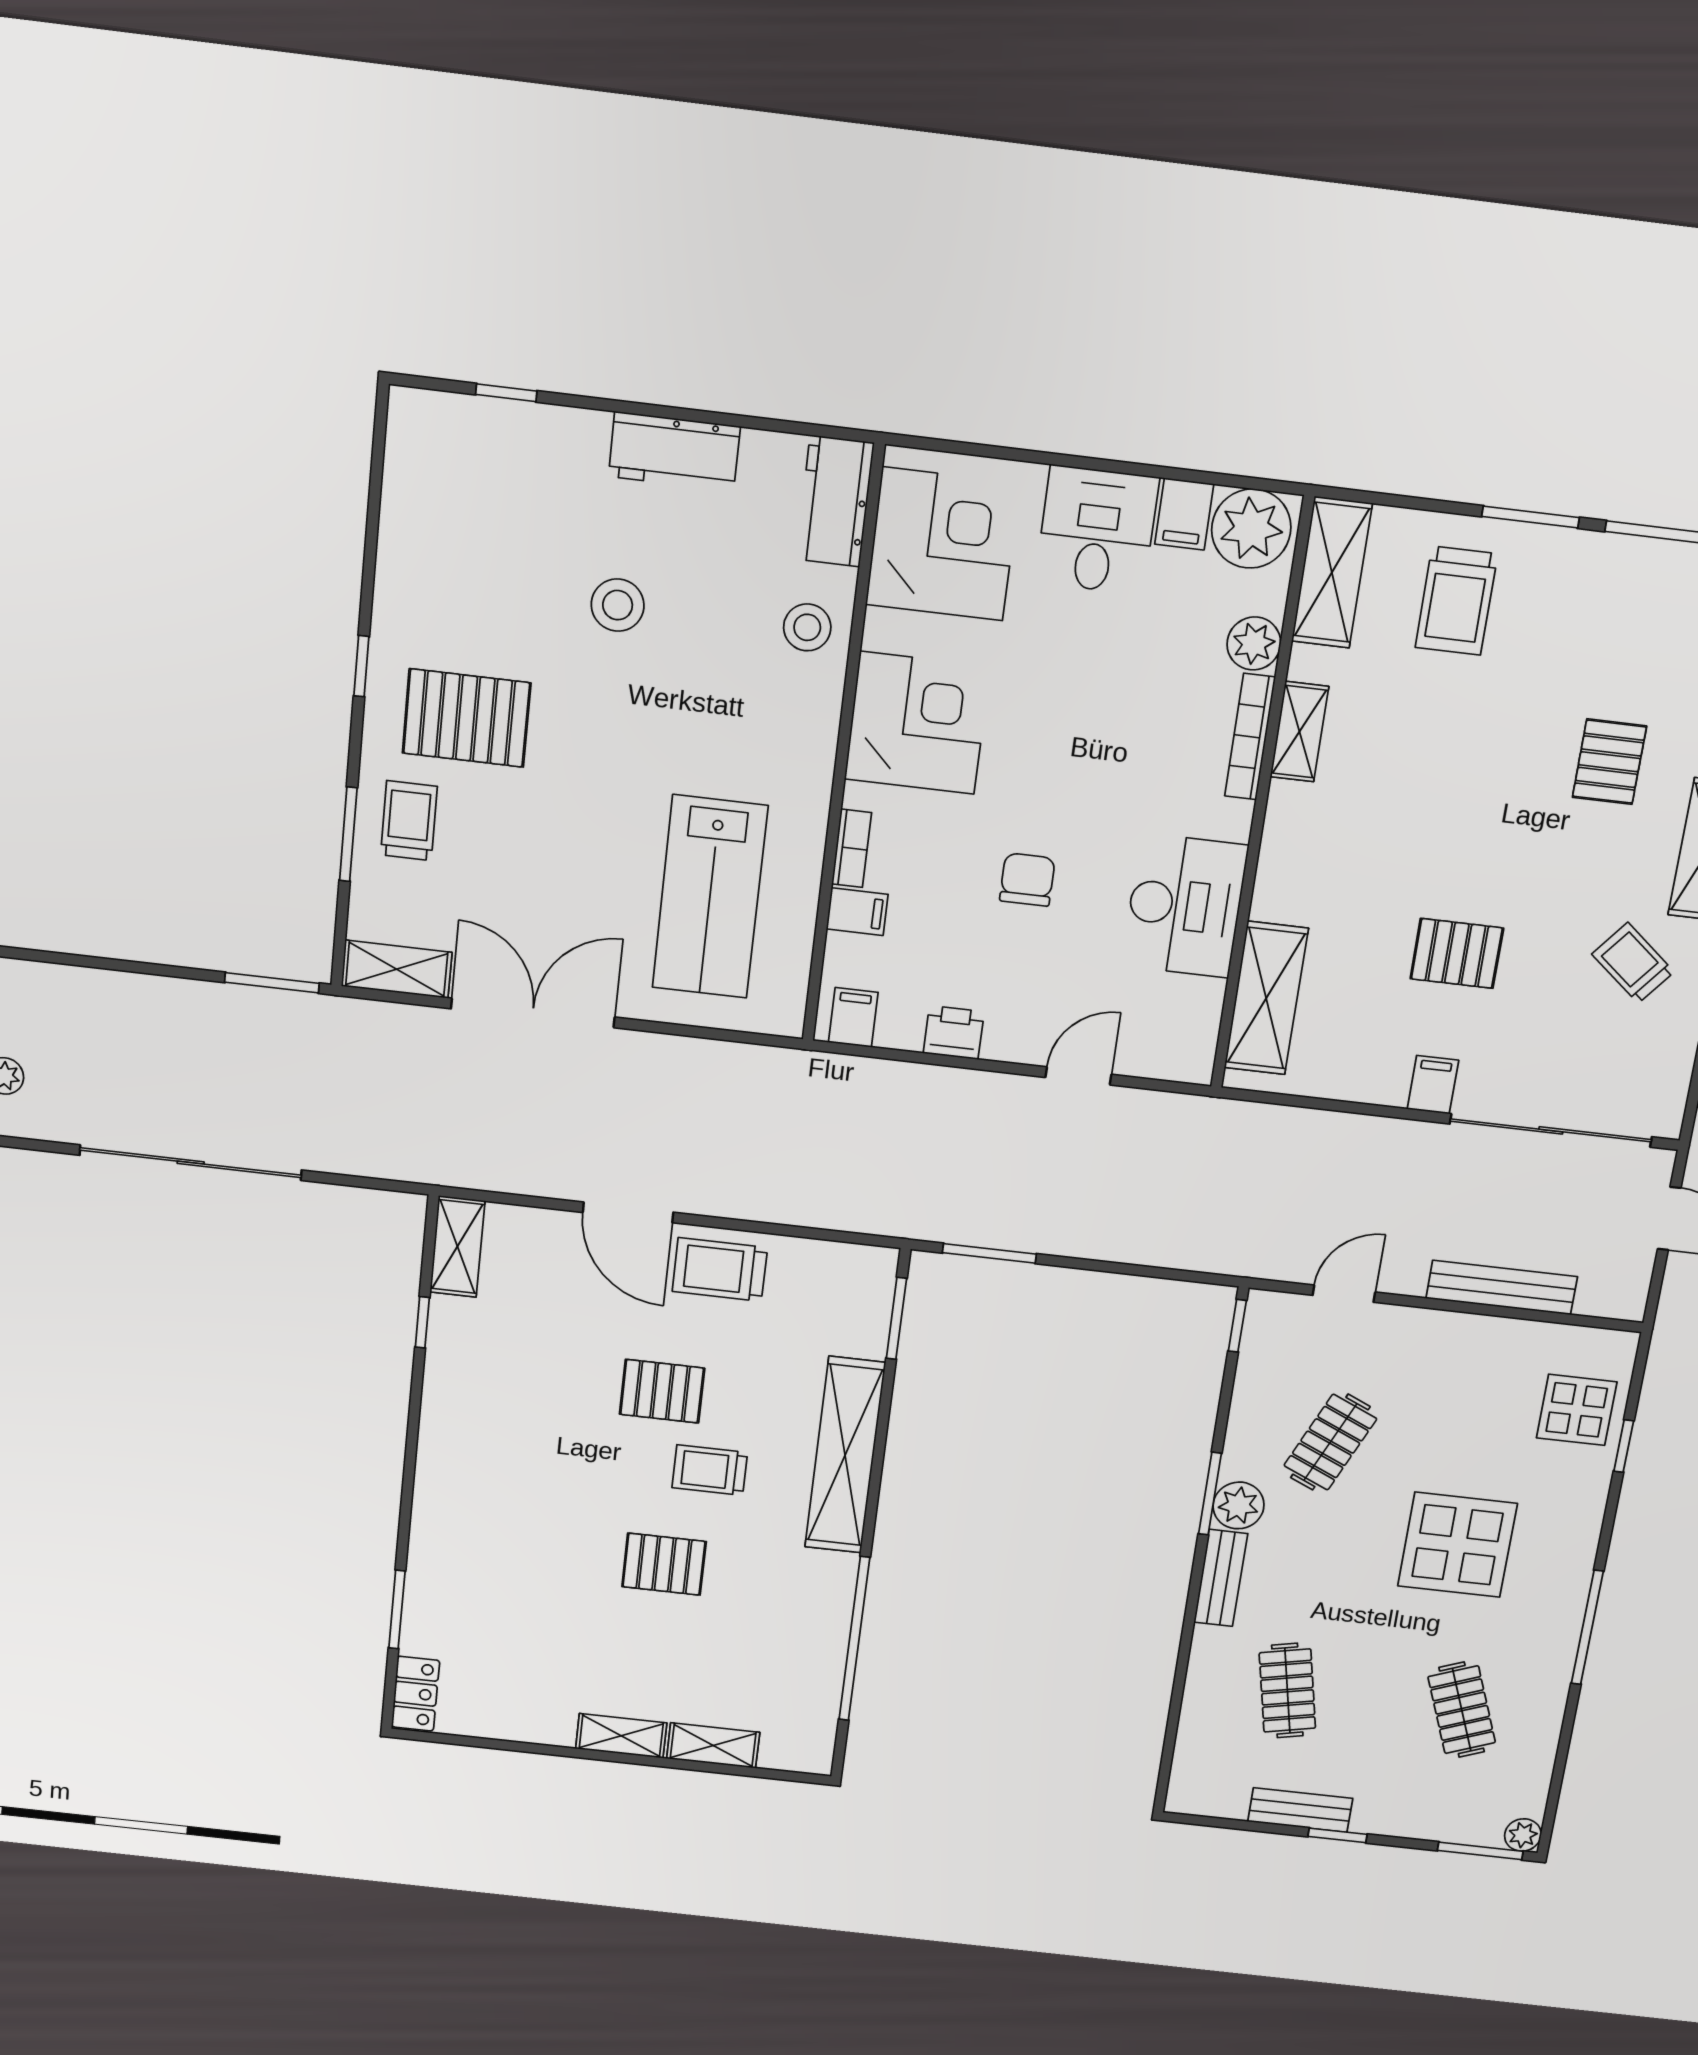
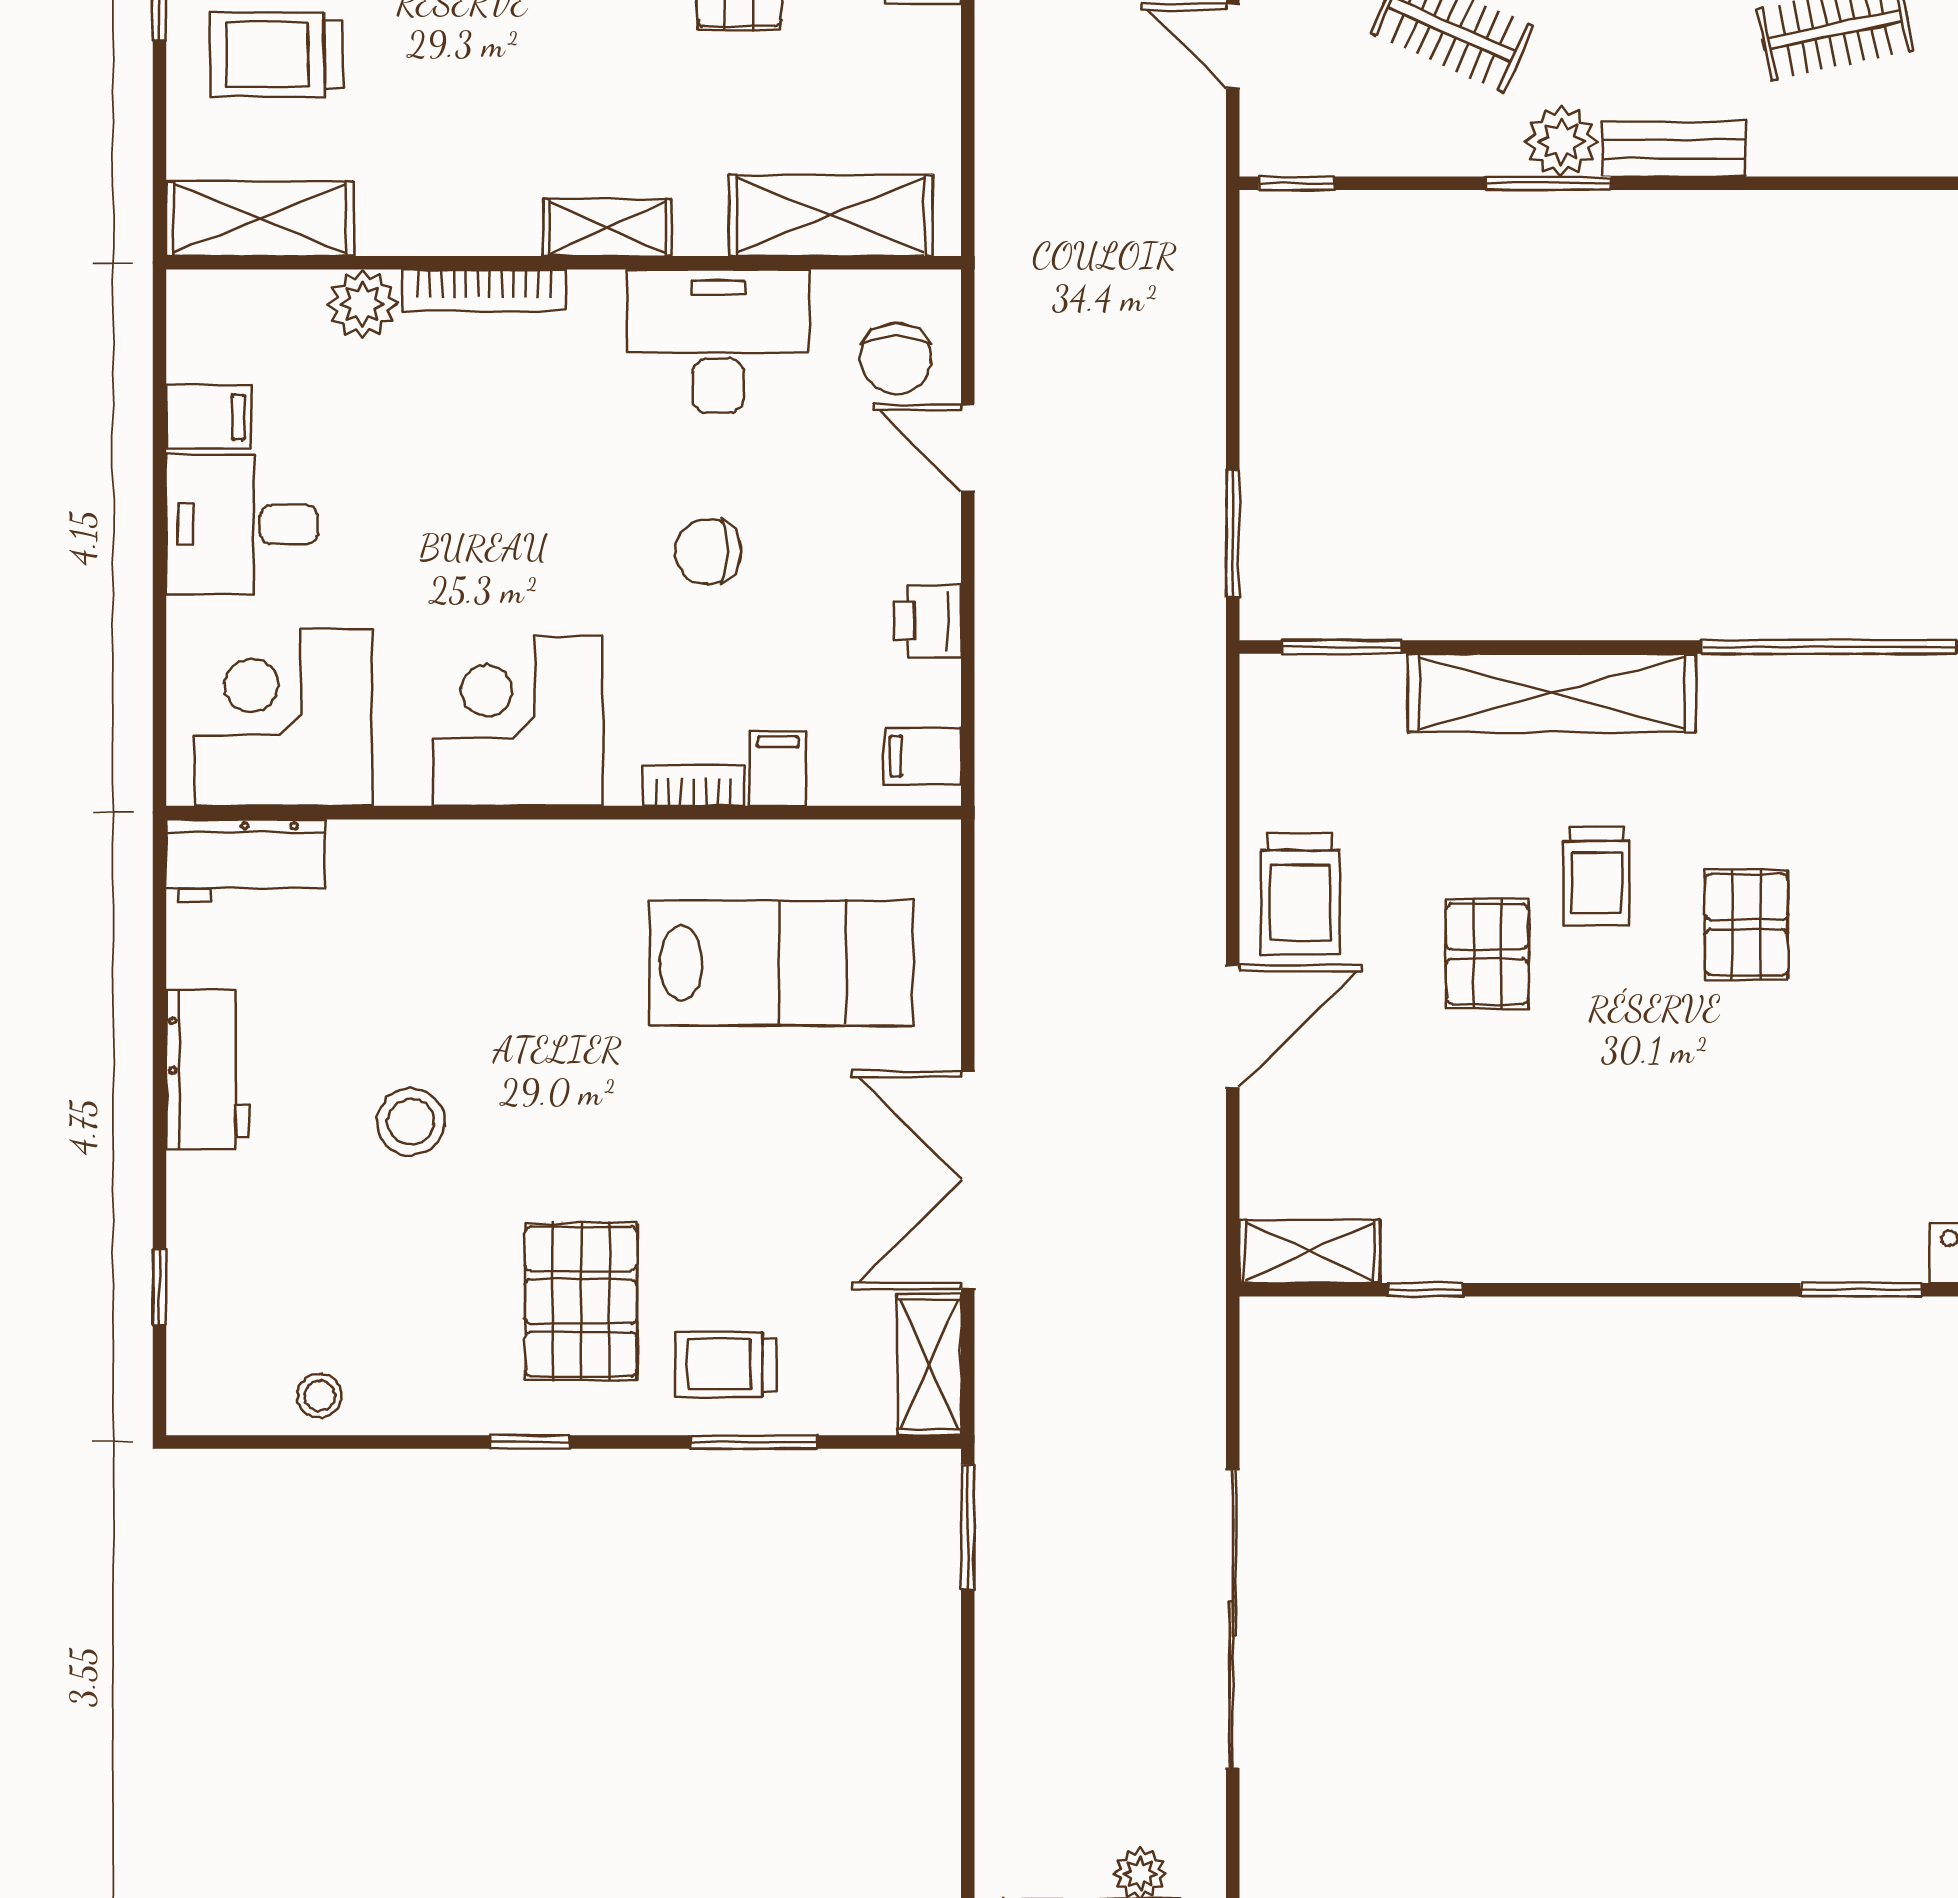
plant: (1251, 529) -> (217, 329), removed
trolley: (1456, 601) -> (277, 55), turned 180
stool: (807, 627) -> (320, 1396), moved, width x0.73, depth x0.73
shelving: (1299, 732) -> (607, 228), moved
chair: (1152, 1032) -> (896, 358), added

